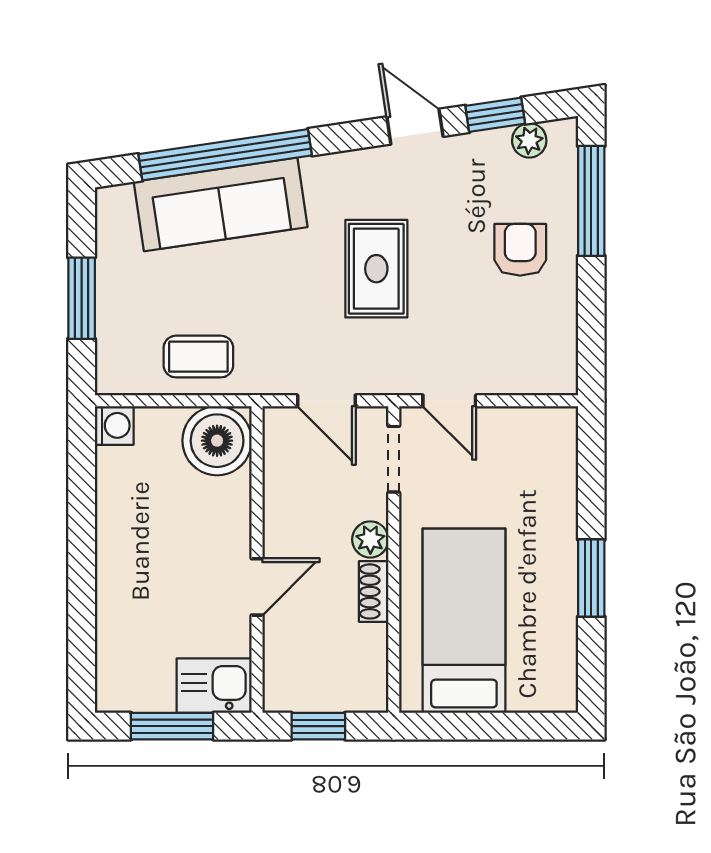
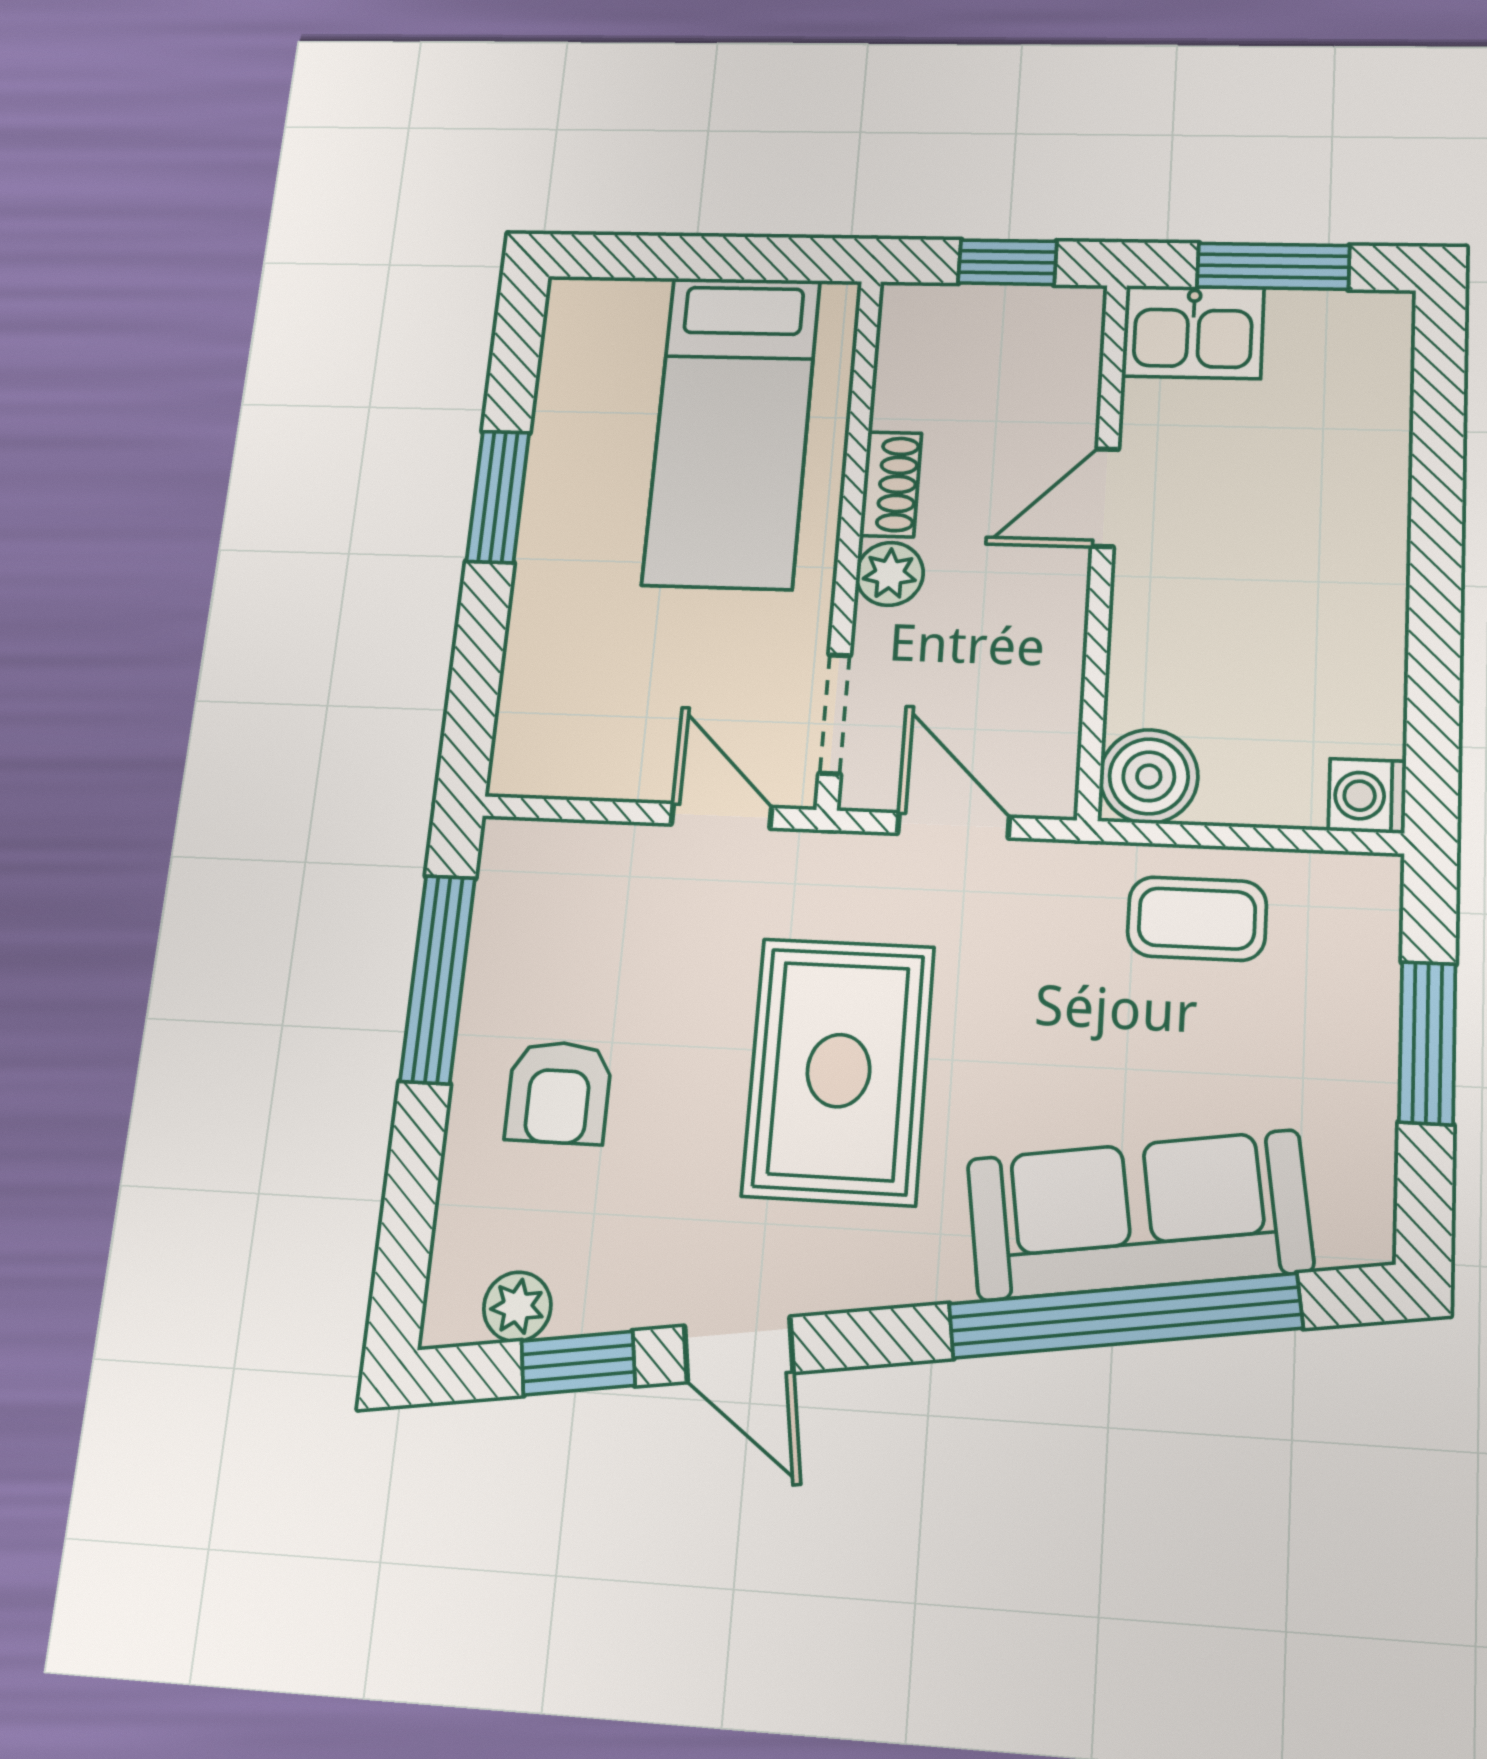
window: (591, 201) -> (438, 979), moved
rug: (376, 269) -> (839, 1071), width x1.36, depth x1.43
boiler: (217, 441) -> (1149, 776), width x0.73, depth x0.73

